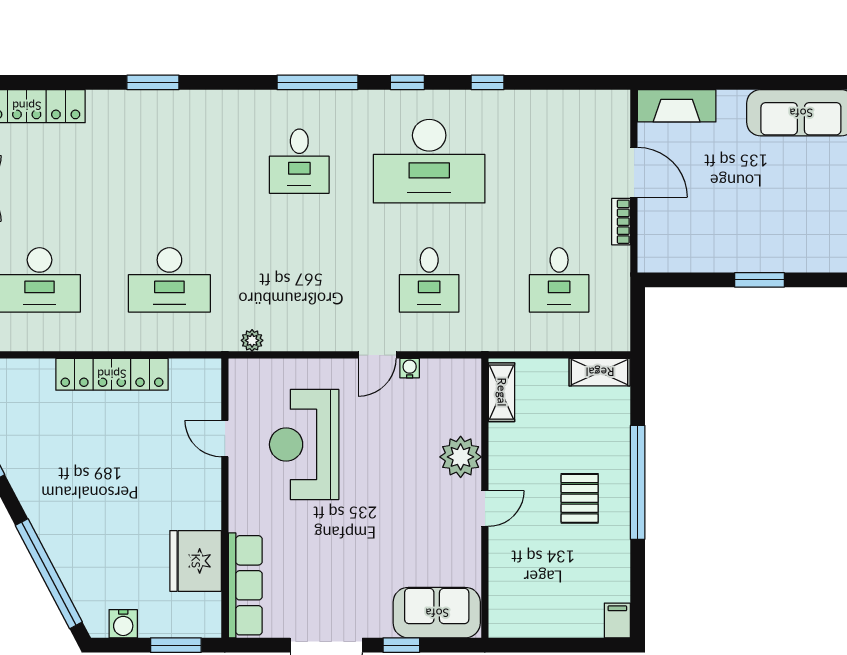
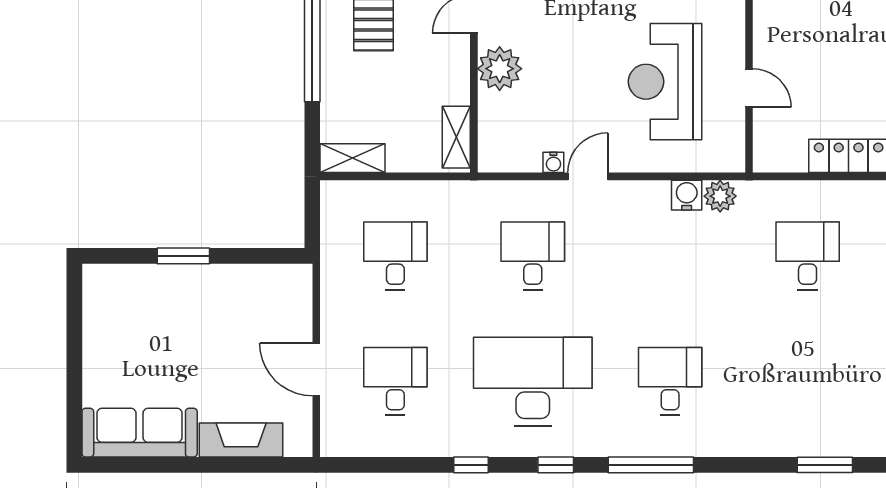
fireplace: (677, 106) -> (241, 440), moved
desk: (559, 161) -> (395, 381), added
bookcase: (621, 222) -> (330, 317), removed
desk: (169, 280) -> (808, 256), width x0.73
water cooler: (284, 337) -> (687, 195), added
plant: (252, 340) -> (720, 196), width x1.38, depth x1.38
reception desk: (304, 444) -> (665, 82), turned 180

